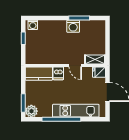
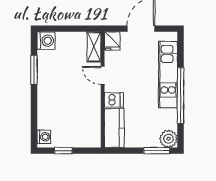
washing machine: (73, 26) -> (46, 41), moved
door: (75, 65) -> (103, 75), swing flipped

